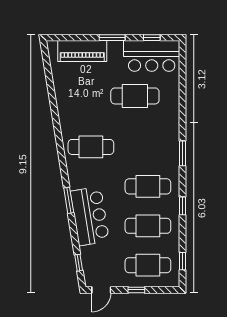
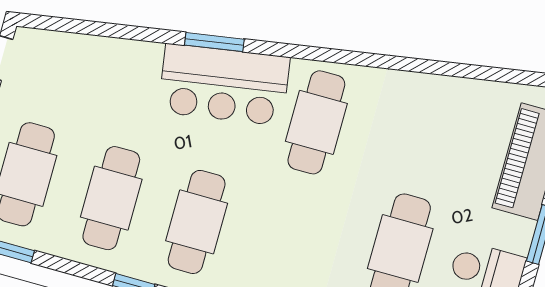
bar counter: (90, 216) -> (224, 85), moved
window: (79, 263) -> (73, 26), removed

